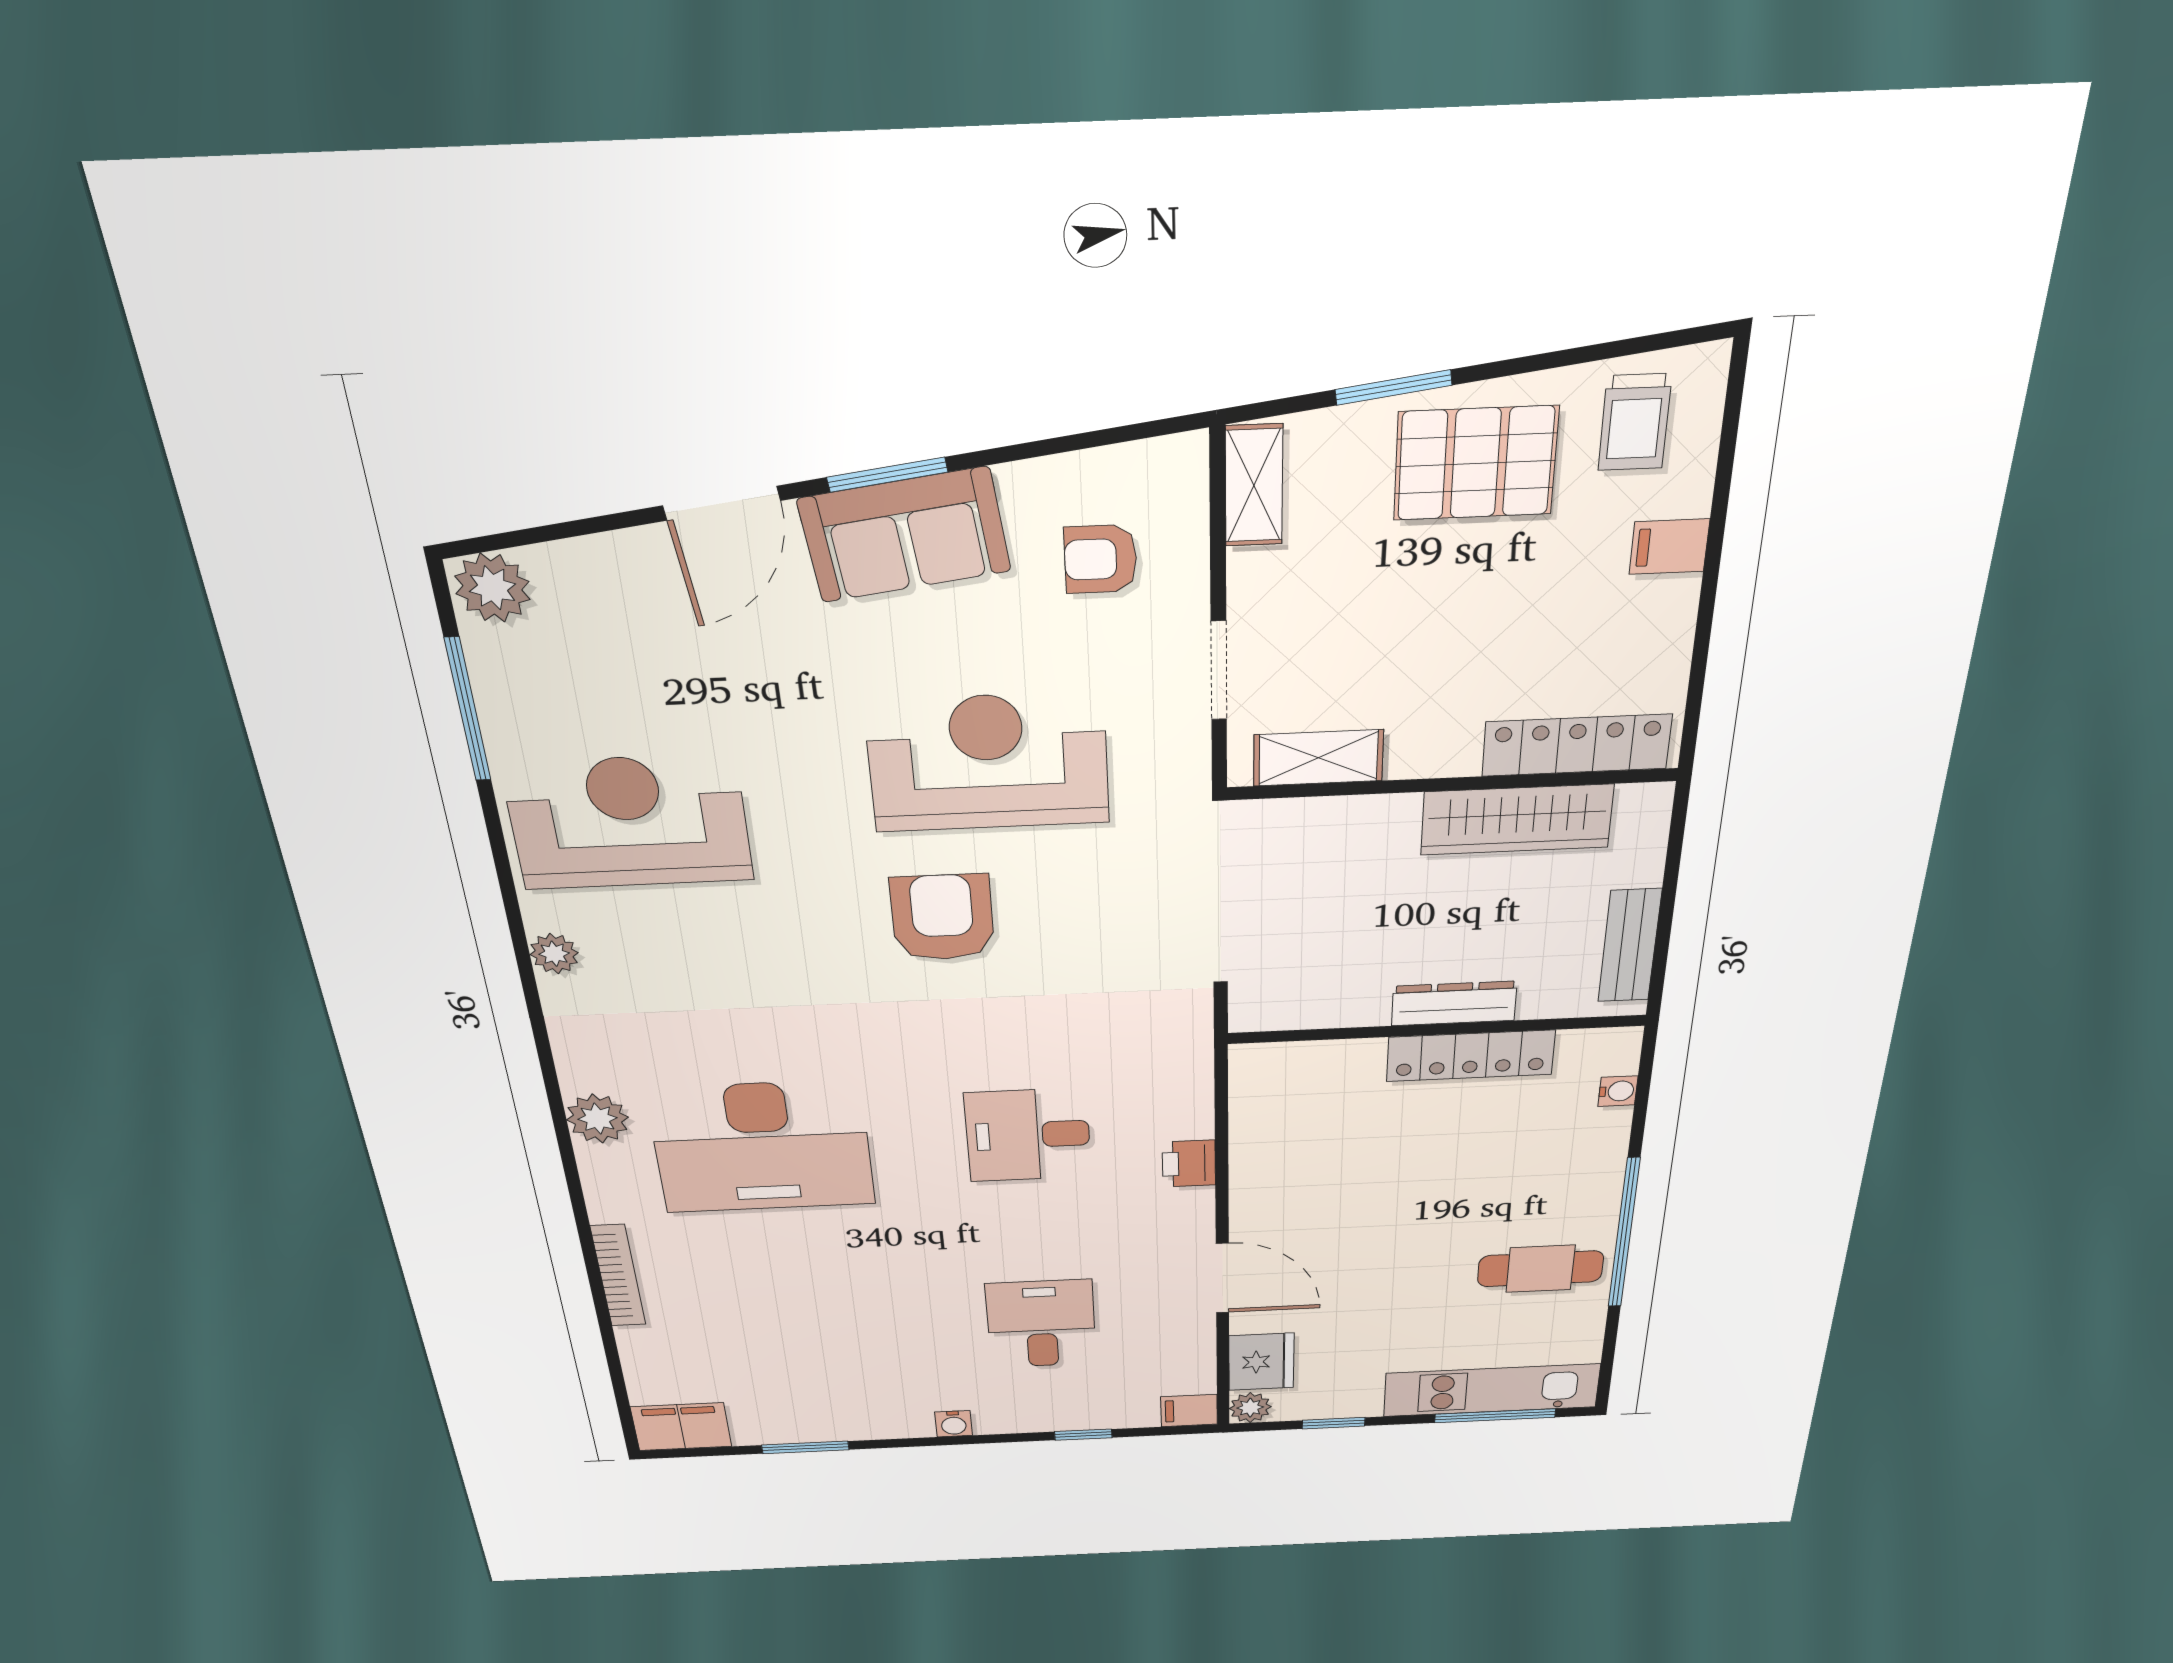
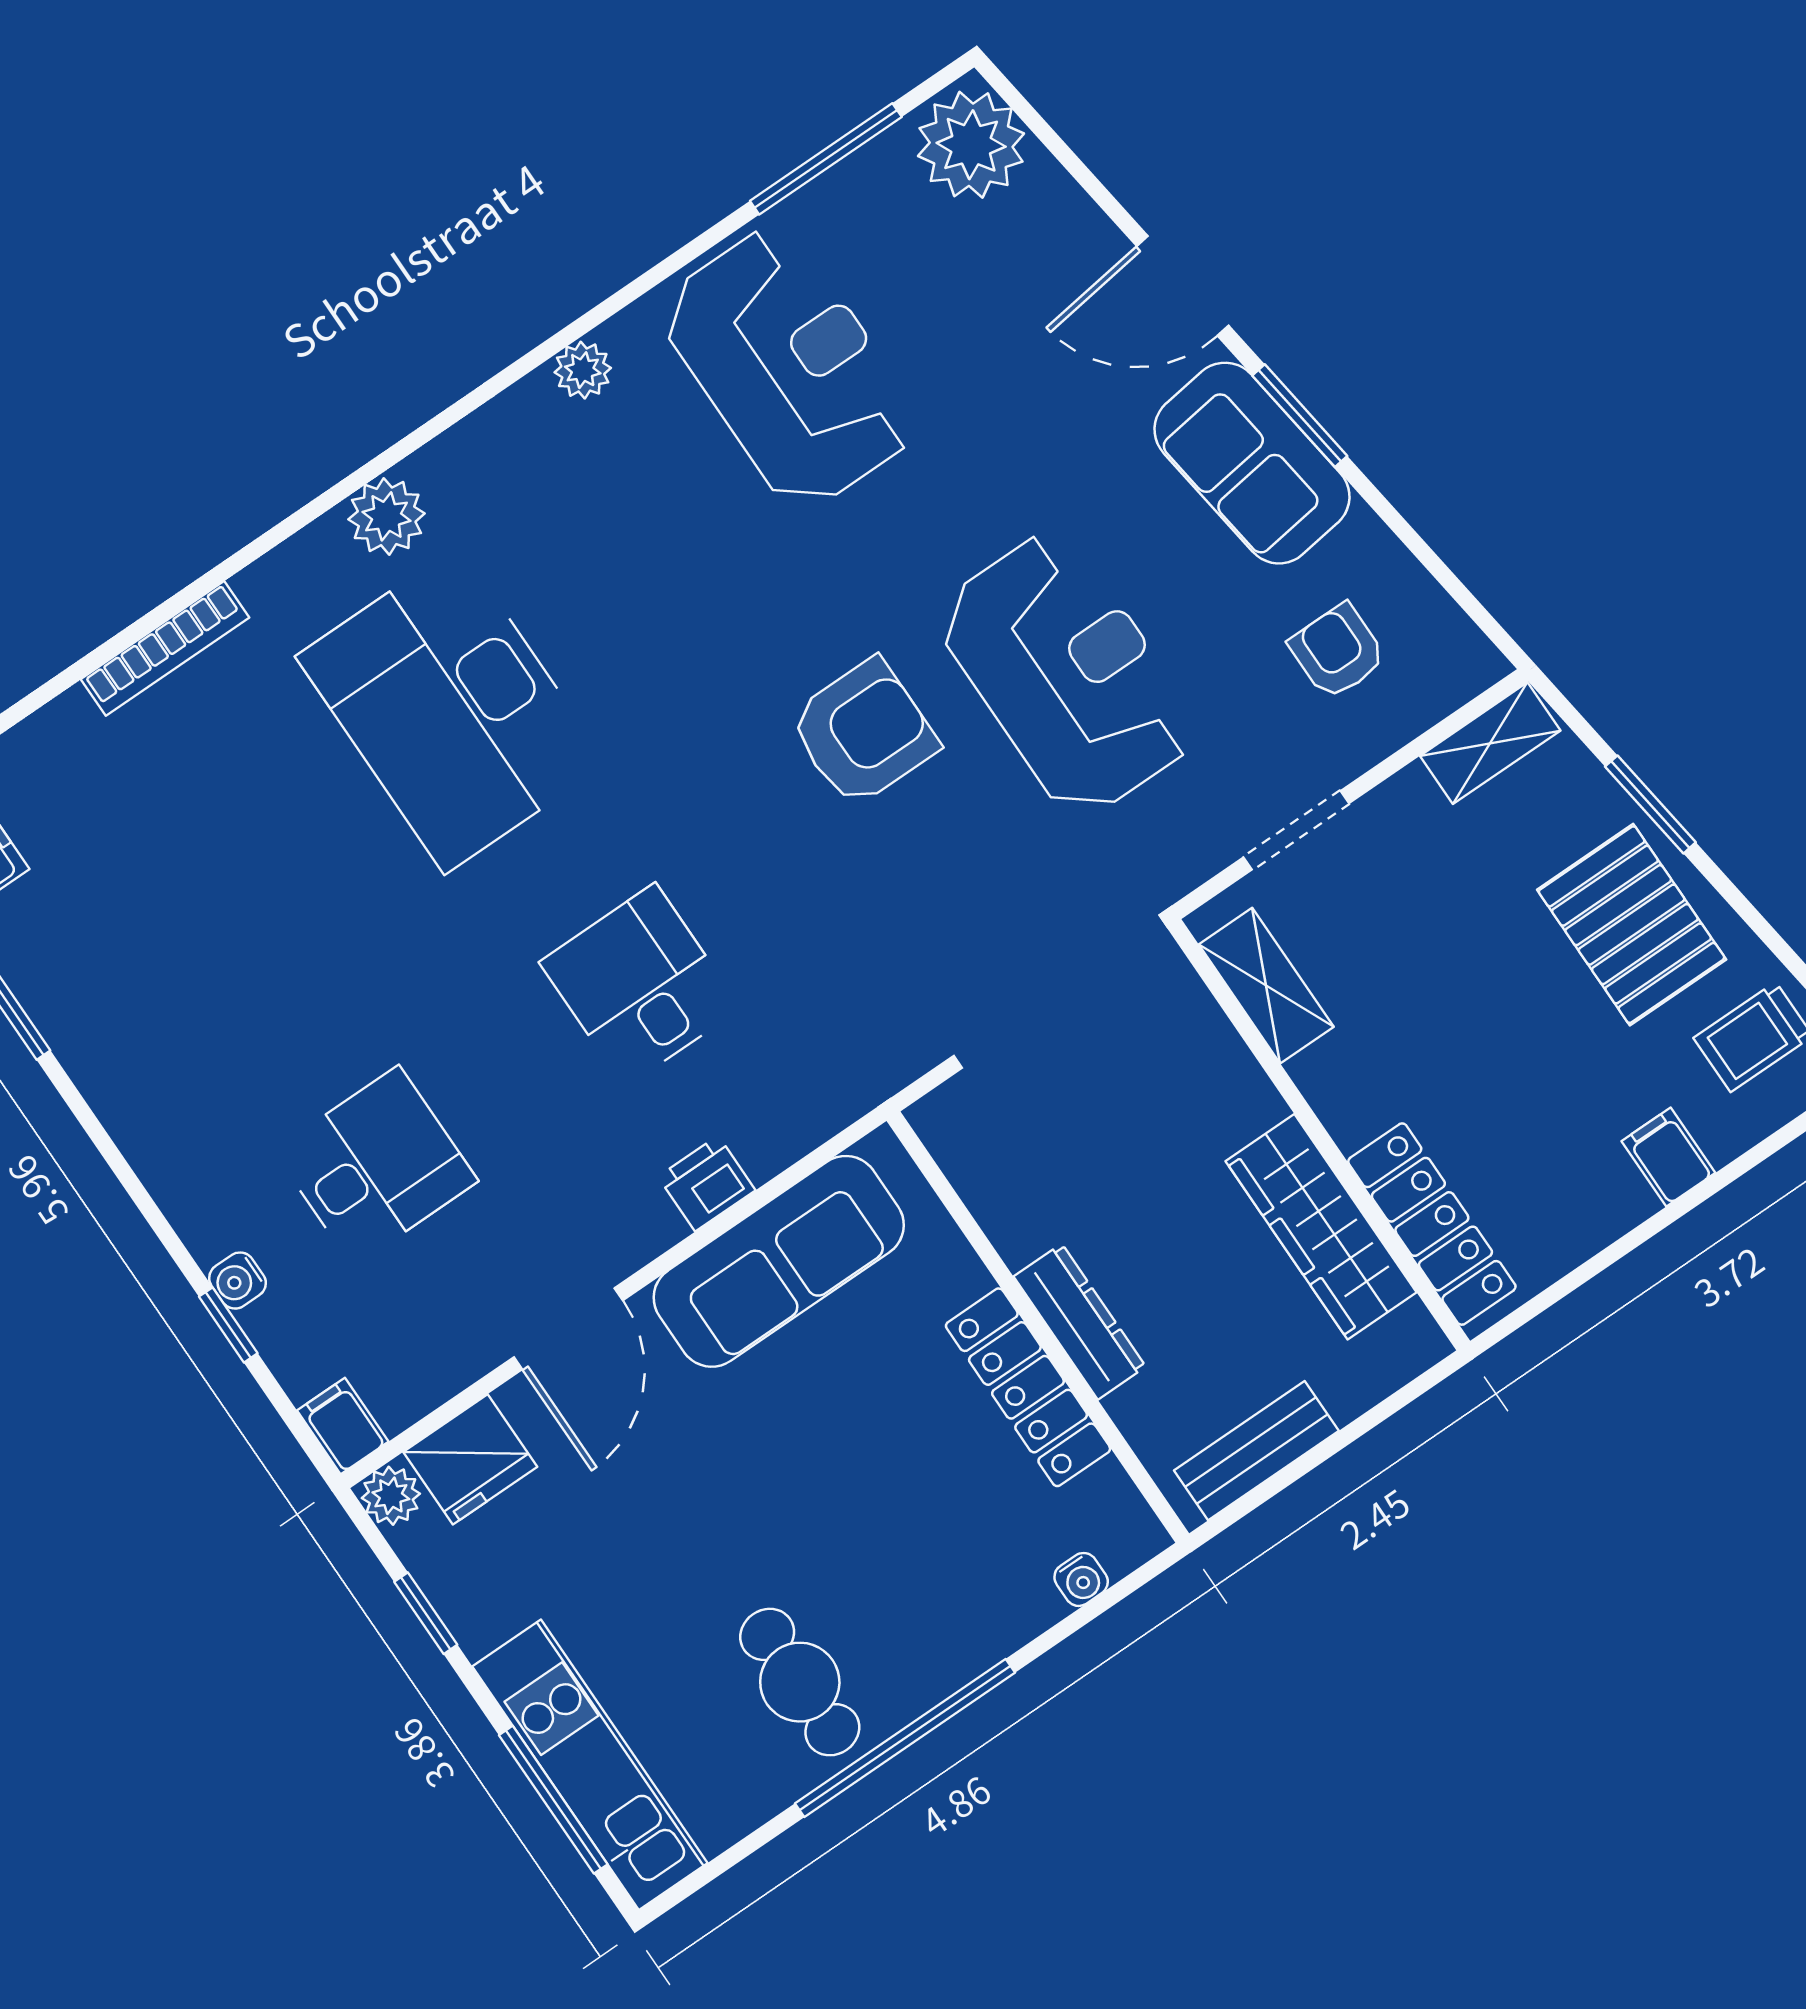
plant: (492, 588) -> (971, 145), width x1.36, depth x1.36
sofa: (1271, 1150) -> (779, 1261), added
water cooler: (954, 1424) -> (238, 1281), moved

